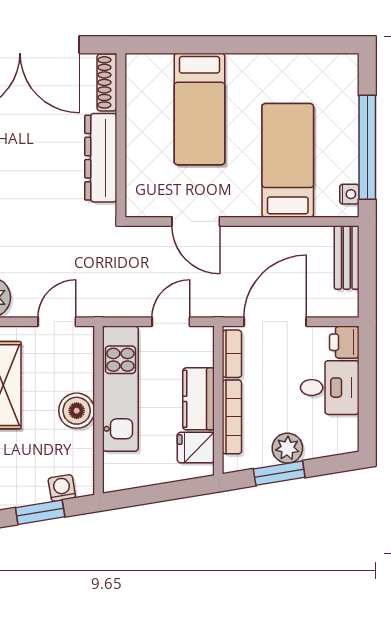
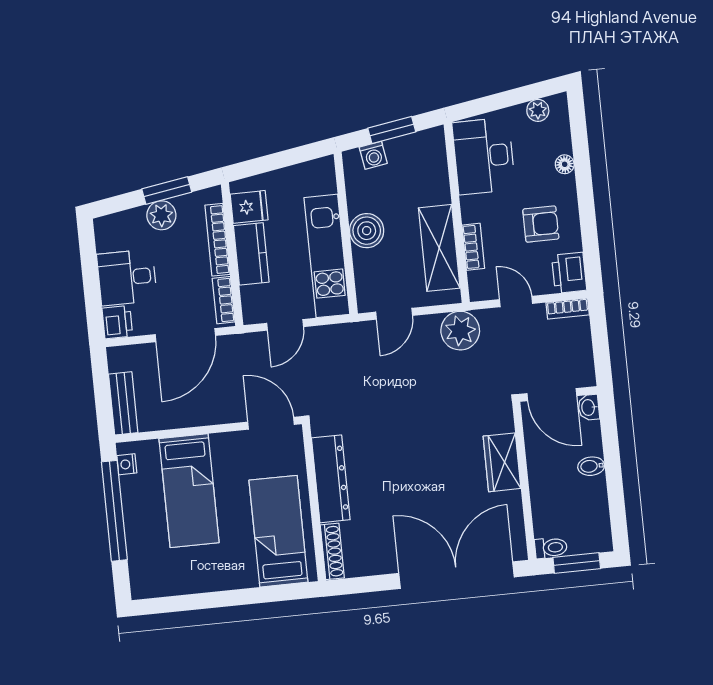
shoe rack: (107, 82) -> (332, 551), moved
wall: (121, 135) -> (314, 502), moved
dresser: (101, 158) -> (331, 479), moved

